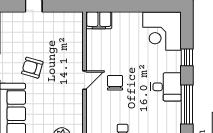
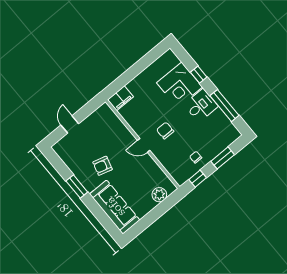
corner desk: (162, 31) -> (180, 85), moved
door: (84, 80) -> (144, 145), swing flipped

